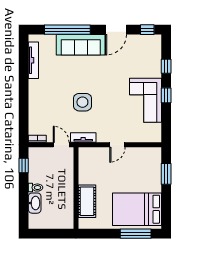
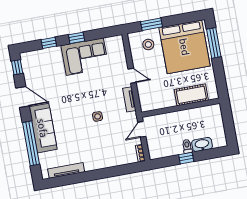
side table: (82, 102) -> (98, 116), width x0.54, depth x0.54
tv unit: (83, 138) -> (129, 99), moved
window: (24, 165) -> (186, 158), moved
stool: (146, 167) -> (148, 44), added
bed: (137, 209) -> (185, 47), width x1.36

